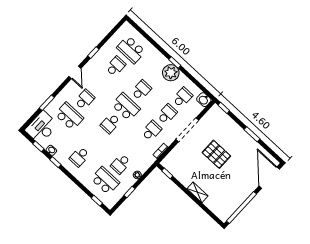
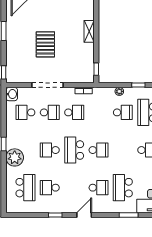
plant: (171, 73) -> (15, 157), moved
school desk: (85, 100) -> (98, 188), turned 180
school desk: (167, 114) -> (50, 112), turned 180
school desk: (152, 131) -> (74, 112), turned 180

